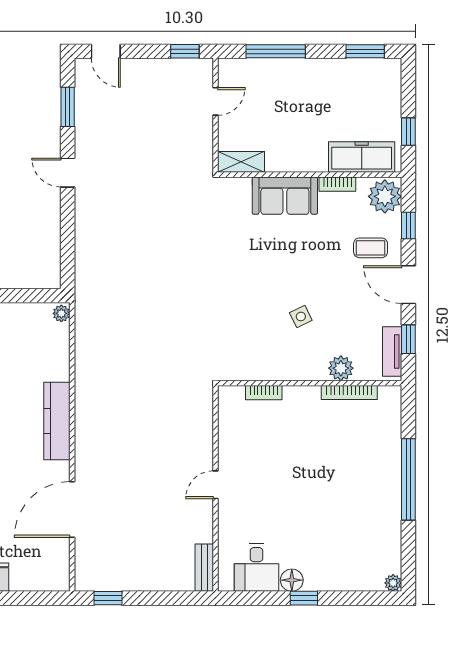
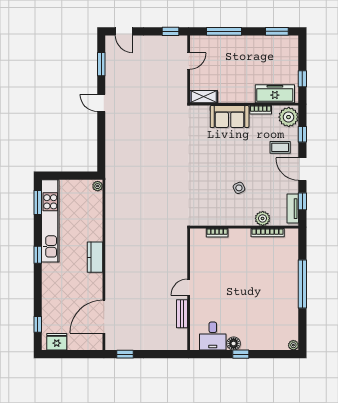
kitchen counter: (57, 421) -> (95, 257), width x0.67
door: (72, 509) -> (104, 317), moved
bench: (204, 568) -> (182, 314), moved

